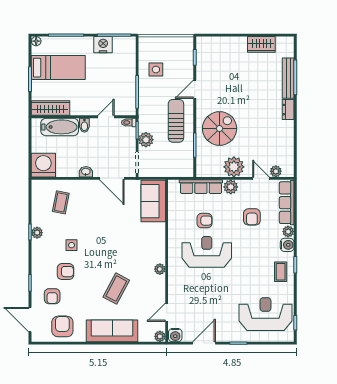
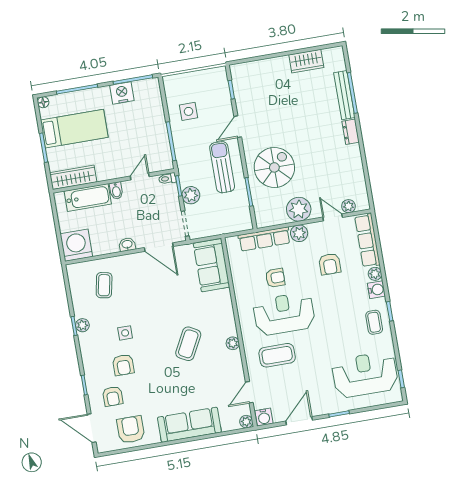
armchair: (65, 272) -> (123, 365), turned 90
coffee table: (195, 285) -> (277, 355), added
coffee table: (116, 289) -> (188, 344), moved

